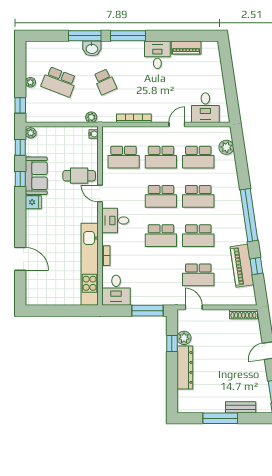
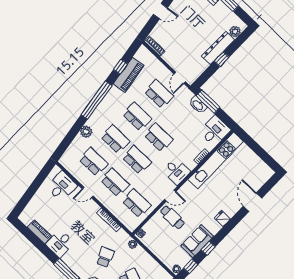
plant: (226, 147) -> (86, 132), moved
door: (100, 193) -> (170, 195), hinge flipped
fridge: (33, 202) -> (222, 219), moved
washbasin: (154, 299) -> (198, 105), added
plant: (184, 338) -> (235, 31), moved
window: (172, 343) -> (222, 59), moved

